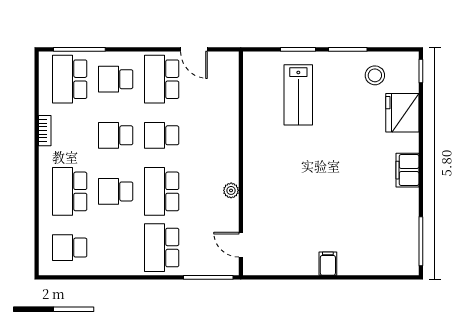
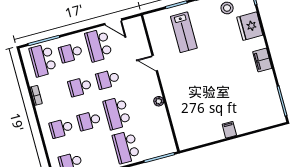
school desk: (70, 191) -> (61, 128), width x0.54
door: (241, 245) -> (155, 63), moved

